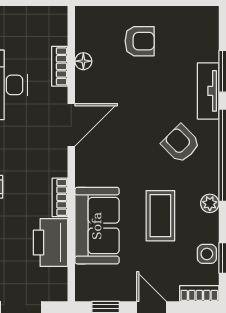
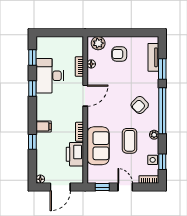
plant: (97, 19) -> (98, 43), added
armchair: (140, 41) -> (119, 54), turned 180
tv unit: (208, 91) -> (153, 57), moved
armchair: (181, 144) -> (140, 105), turned -90

